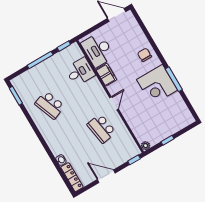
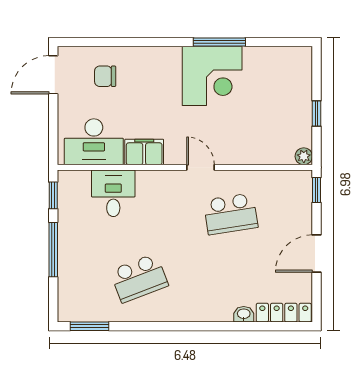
chair: (144, 55) -> (105, 76), moved

